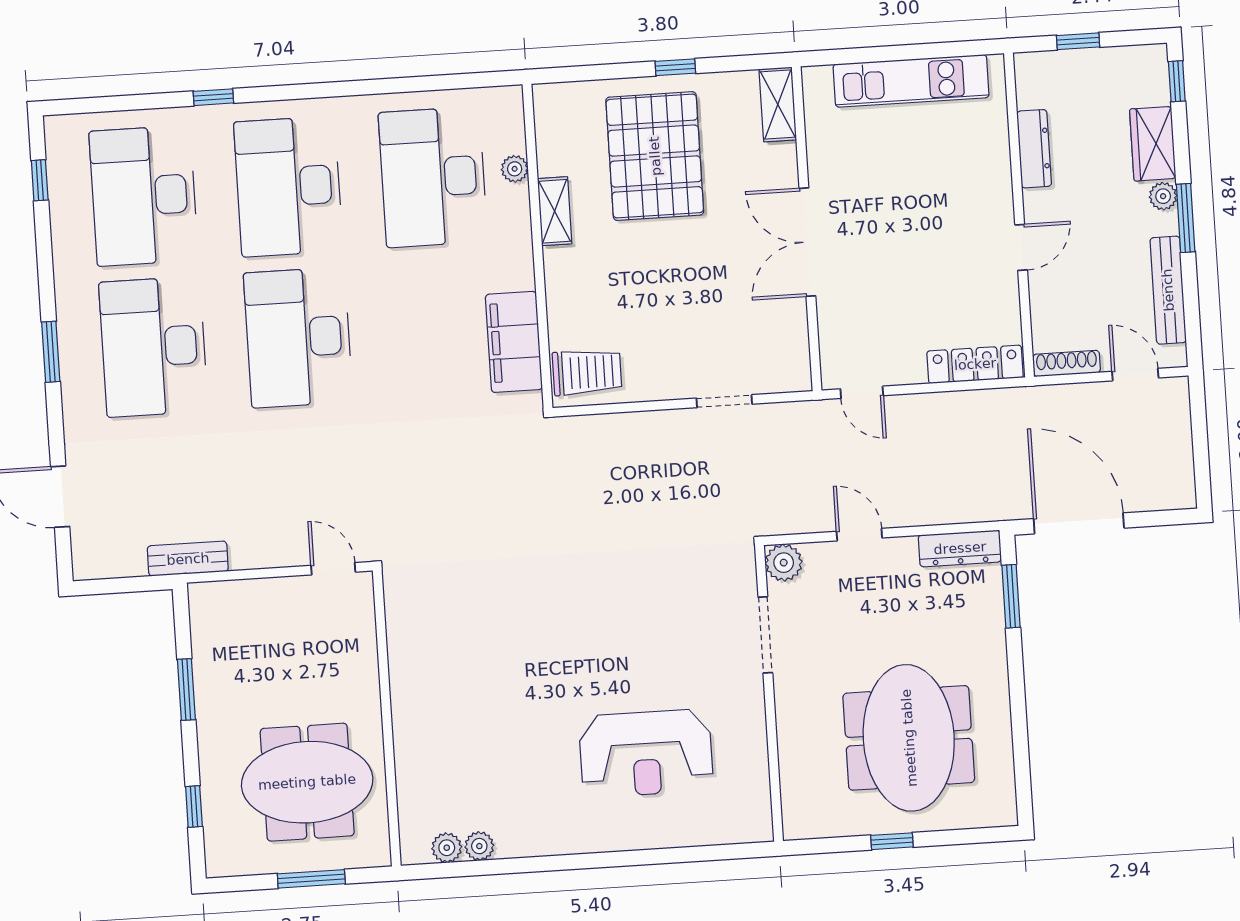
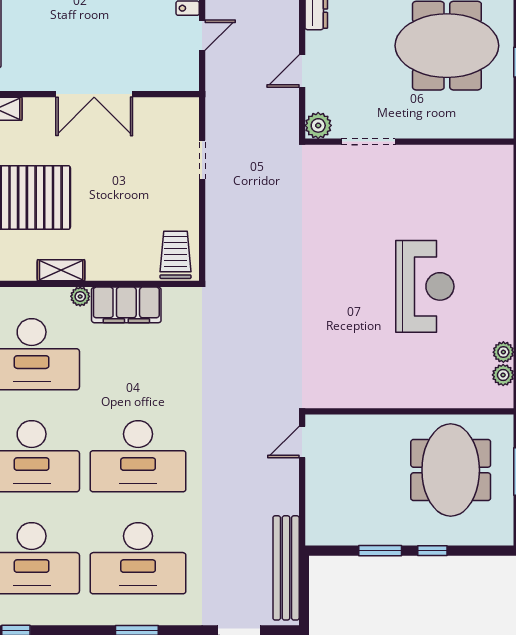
plant: (515, 169) -> (80, 296), moved
filing cabinet: (514, 342) -> (126, 305), moved
door: (862, 392) -> (202, 35), moved
bench: (188, 559) -> (286, 568), width x1.86, depth x1.21
reception desk: (646, 753) -> (425, 286), moved
window: (194, 806) -> (432, 551), moved

